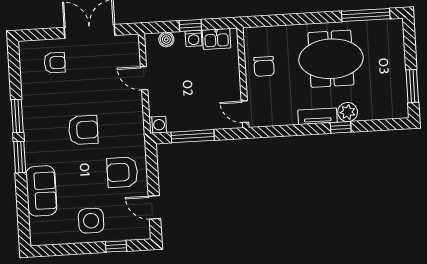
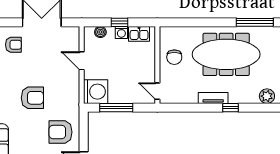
meeting table: (331, 59) -> (226, 54), width x1.36
plant: (348, 112) -> (267, 96), moved
washing machine: (158, 125) -> (96, 92), width x1.89, depth x1.89

